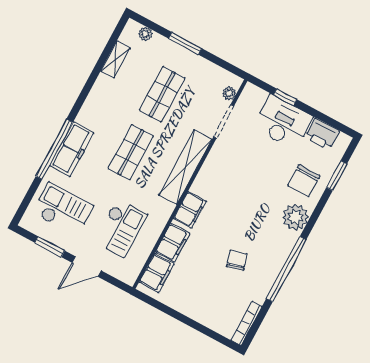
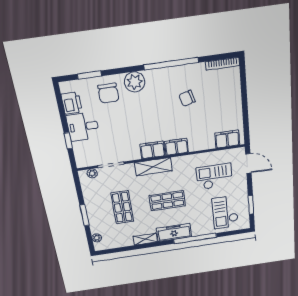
shelving: (116, 59) -> (145, 239), moved
shop shelf: (162, 94) -> (122, 207), turned 90
desk: (283, 122) -> (83, 127), width x0.73
freezer: (72, 149) -> (174, 233), moved
shelving: (185, 167) -> (153, 167), width x0.68
chair: (304, 181) -> (108, 93), turned 90
filing cabinet: (173, 243) -> (153, 150), moved
door: (87, 267) -> (248, 163), moved

